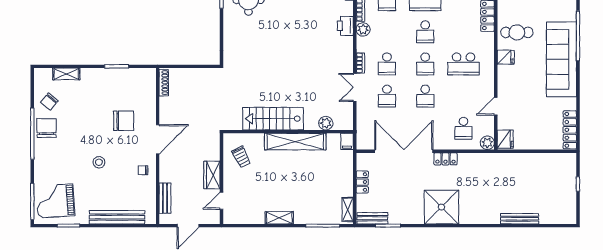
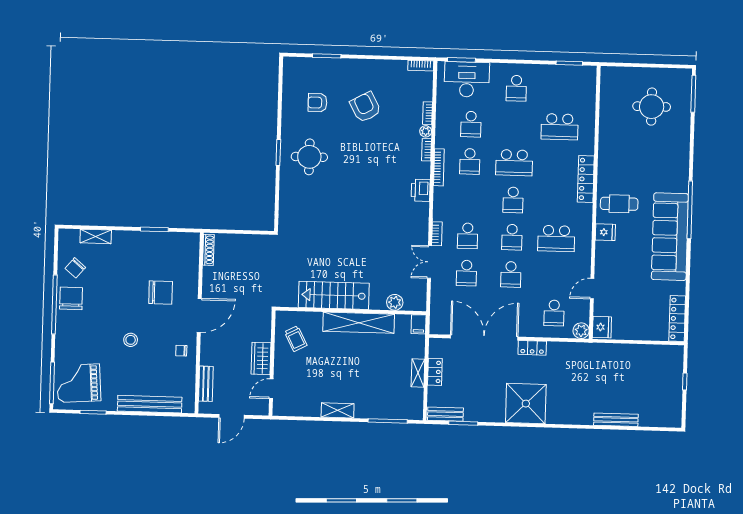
plant: (363, 29) -> (441, 195), removed
shelving: (348, 209) -> (418, 373), moved

